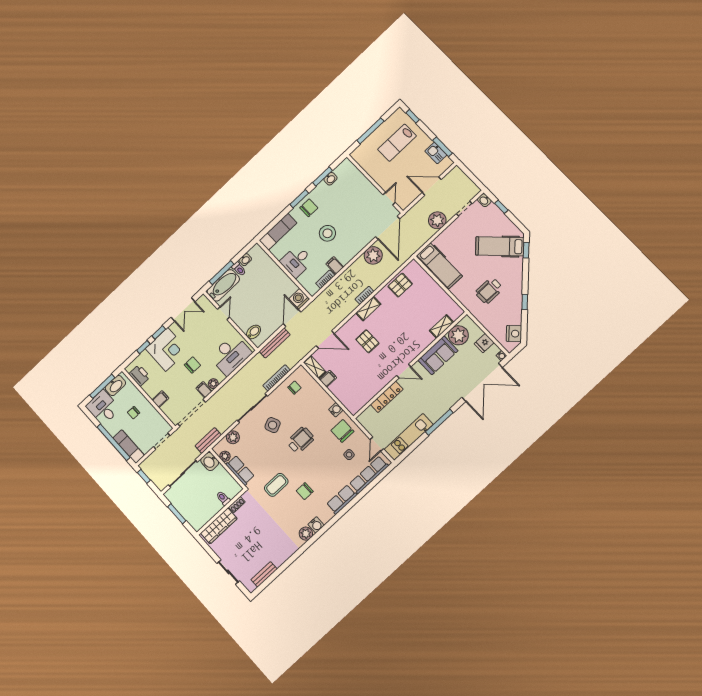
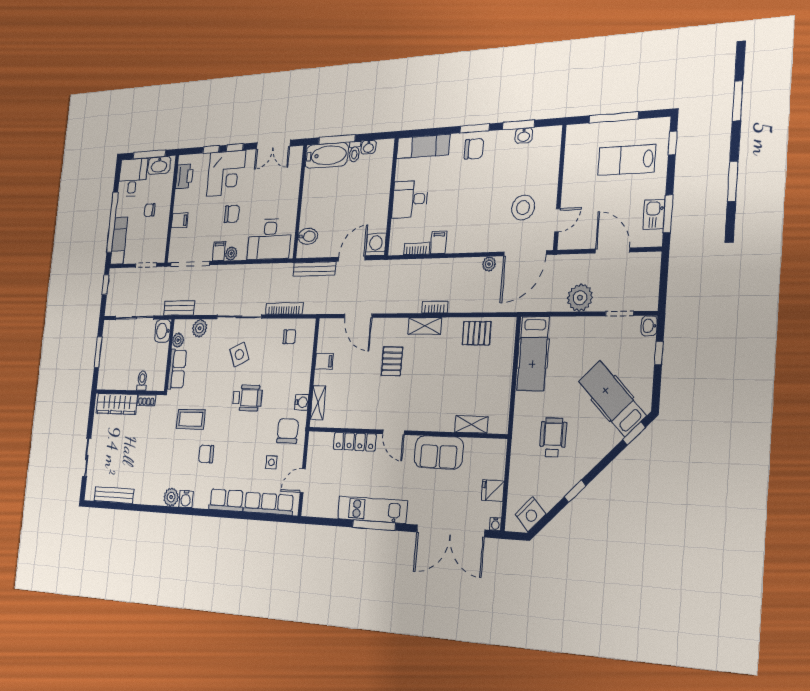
stool: (327, 233) -> (523, 207), moved
plant: (373, 255) -> (489, 264), width x0.53, depth x0.53
wheelchair: (489, 291) -> (553, 437), turned 90
door: (223, 313) -> (301, 187), removed
plant: (458, 335) -> (477, 453), removed
shelving: (315, 367) -> (318, 403), moved
kitchen unit: (409, 437) -> (372, 510), moved
bench: (264, 574) -> (114, 495), width x1.36

